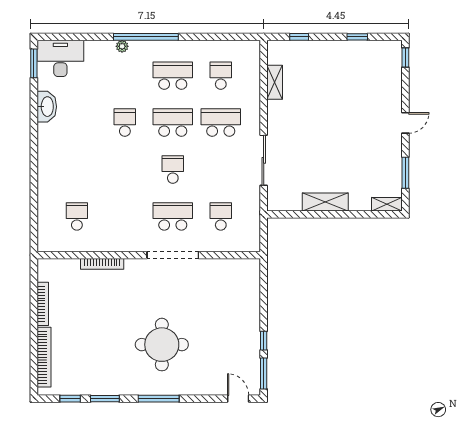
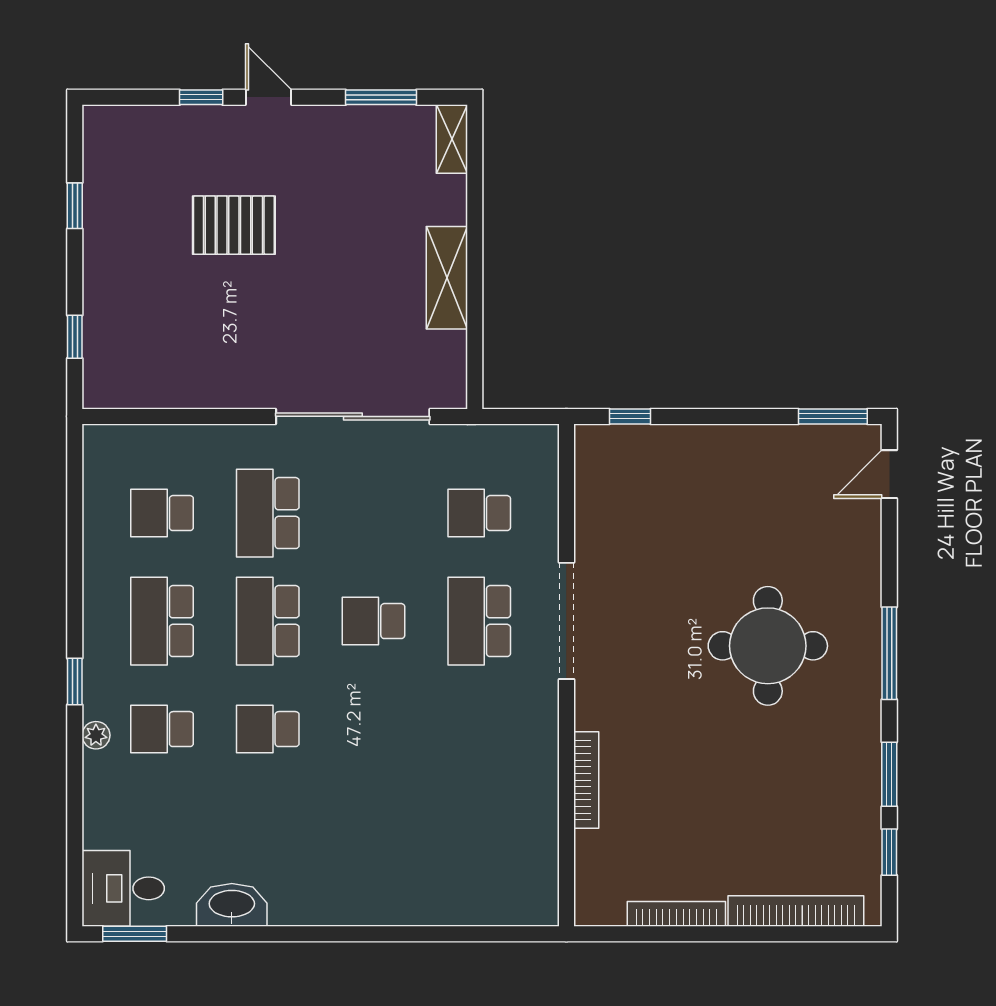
window: (146, 37) -> (75, 682), width x0.32
window: (405, 57) -> (201, 97), moved
desk: (60, 58) -> (123, 888), width x0.73
shelving: (275, 82) -> (177, 392), removed
pallet: (349, 107) -> (234, 225), added
sliding door: (264, 160) -> (353, 416), width x1.36
school desk: (77, 216) -> (162, 729), moved
window: (264, 341) -> (630, 416), moved

